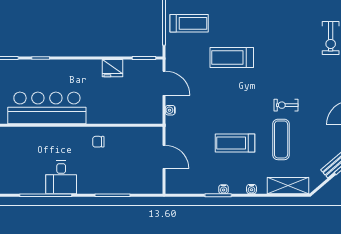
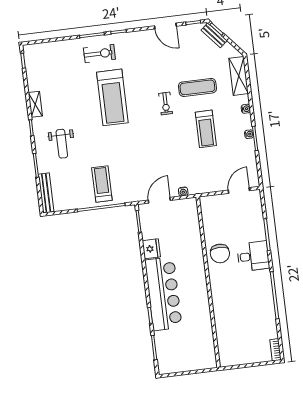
treadmill: (232, 57) -> (112, 97), moved, width x1.37, depth x1.38
exercise bike: (286, 105) -> (166, 103), moved
bar counter: (47, 108) -> (163, 294), moved, turned 180
chair: (98, 142) -> (220, 253), width x1.87, depth x1.87
door: (164, 157) -> (239, 190), moved
desk: (61, 177) -> (253, 256), moved

